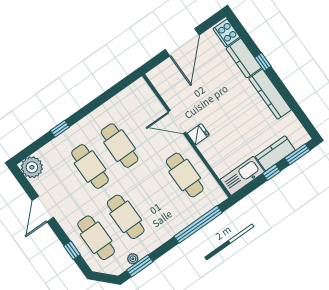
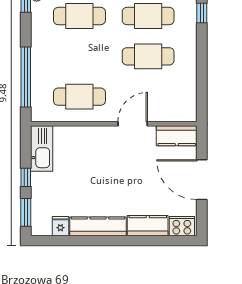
window: (263, 62) -> (132, 241), removed
fridge: (198, 134) -> (60, 226), moved, turned 180
kitchen counter: (275, 153) -> (177, 136), moved, turned 90

